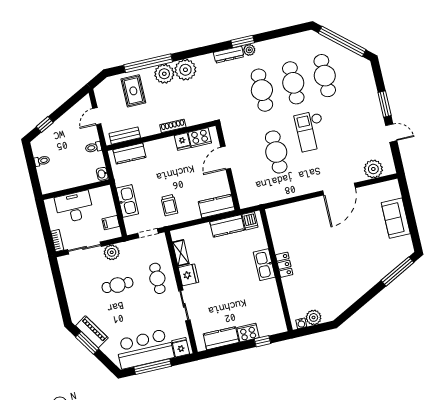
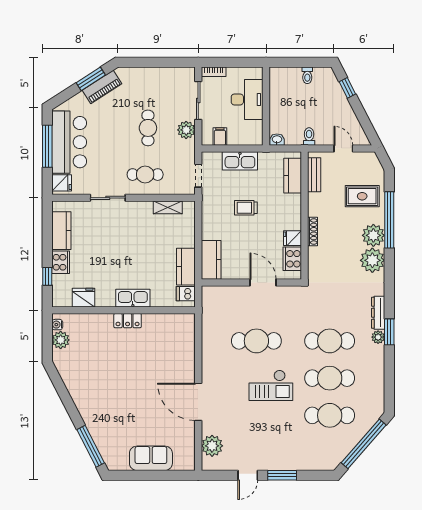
checkout: (311, 131) -> (271, 385), turned 180
trolley: (169, 205) -> (246, 208), moved
fridge: (188, 275) -> (84, 298), moved, turned 180

